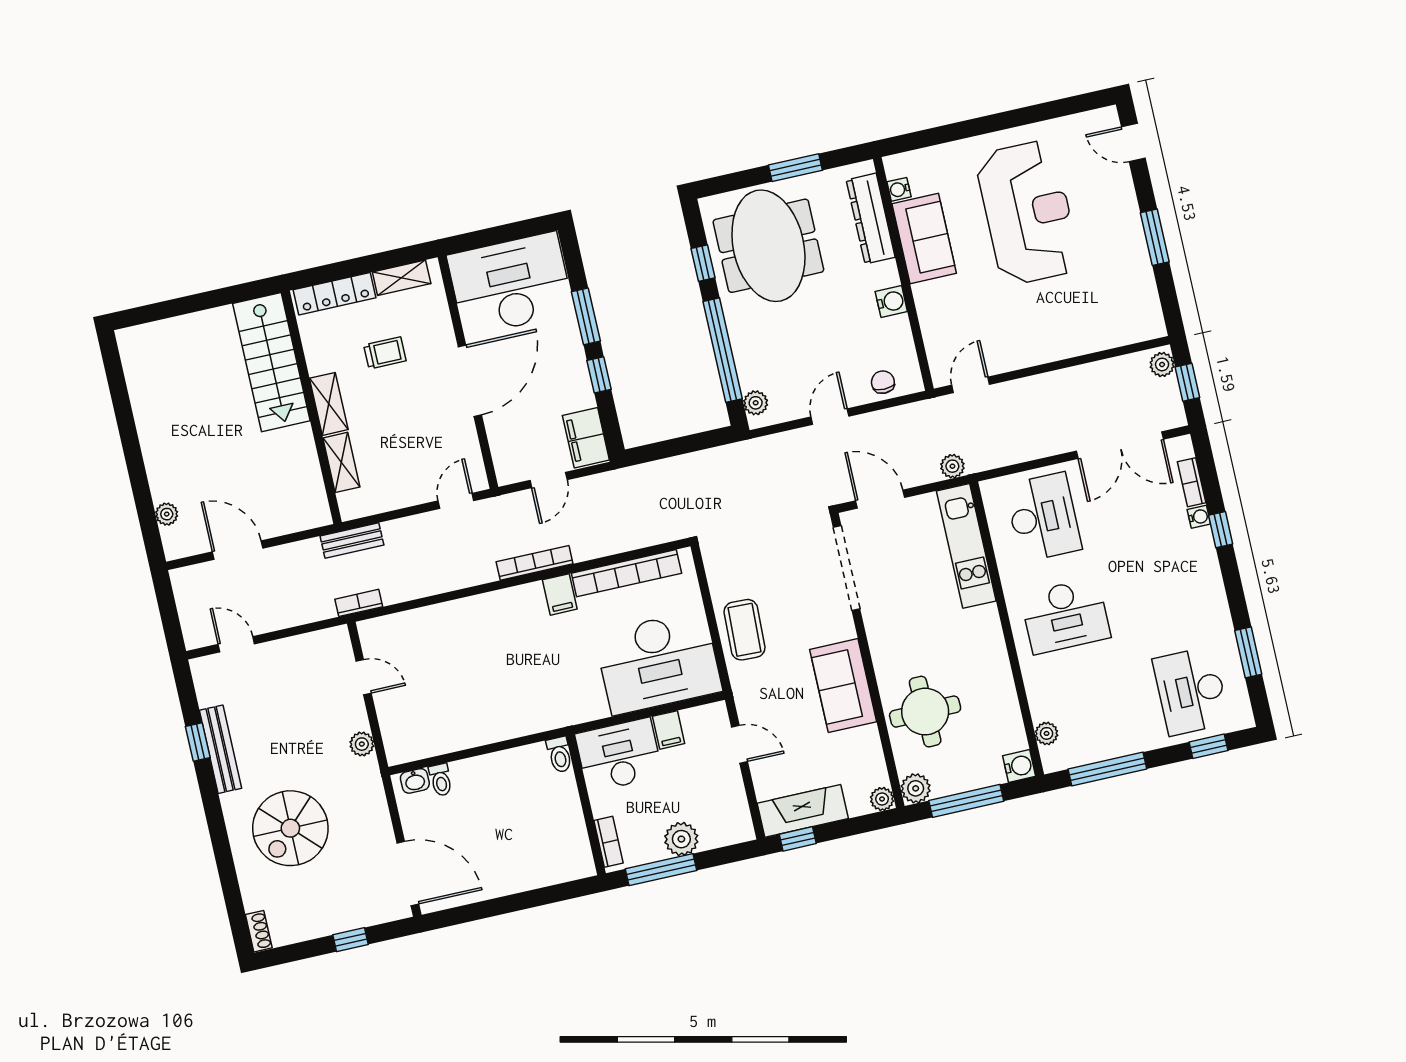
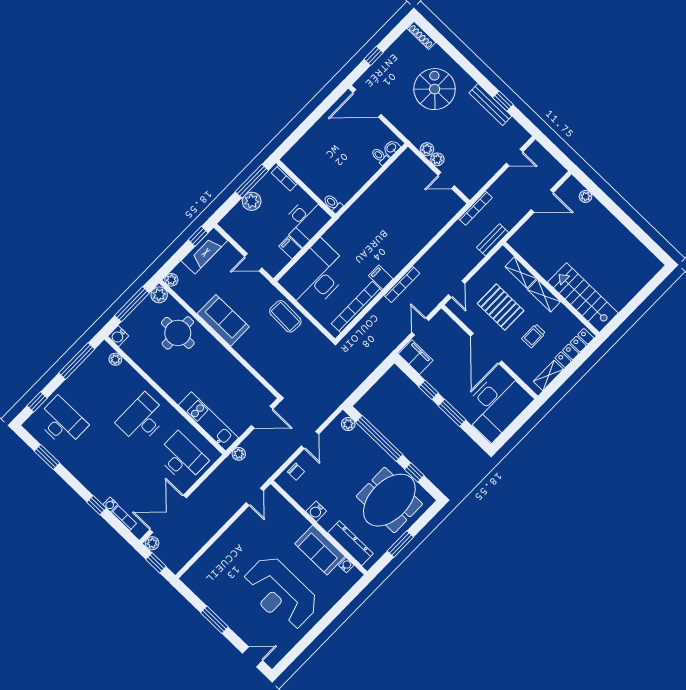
meeting table: (768, 246) -> (389, 500), turned 90
plant: (1162, 365) -> (152, 543), moved
pallet: (407, 430) -> (501, 307), added
desk: (1043, 517) -> (182, 458), turned 180
doorway: (846, 568) -> (257, 375), removed
bookcase: (359, 603) -> (475, 208), width x1.56
plant: (356, 718) -> (437, 159), added
shoe rack: (259, 931) -> (421, 35), width x1.43

